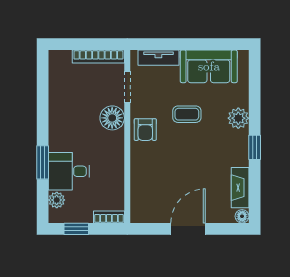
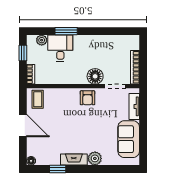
coffee table: (187, 114) -> (38, 99), moved
armchair: (145, 130) -> (87, 98), turned -90
window: (255, 147) -> (58, 169), moved
fireplace: (240, 188) -> (74, 160), moved

